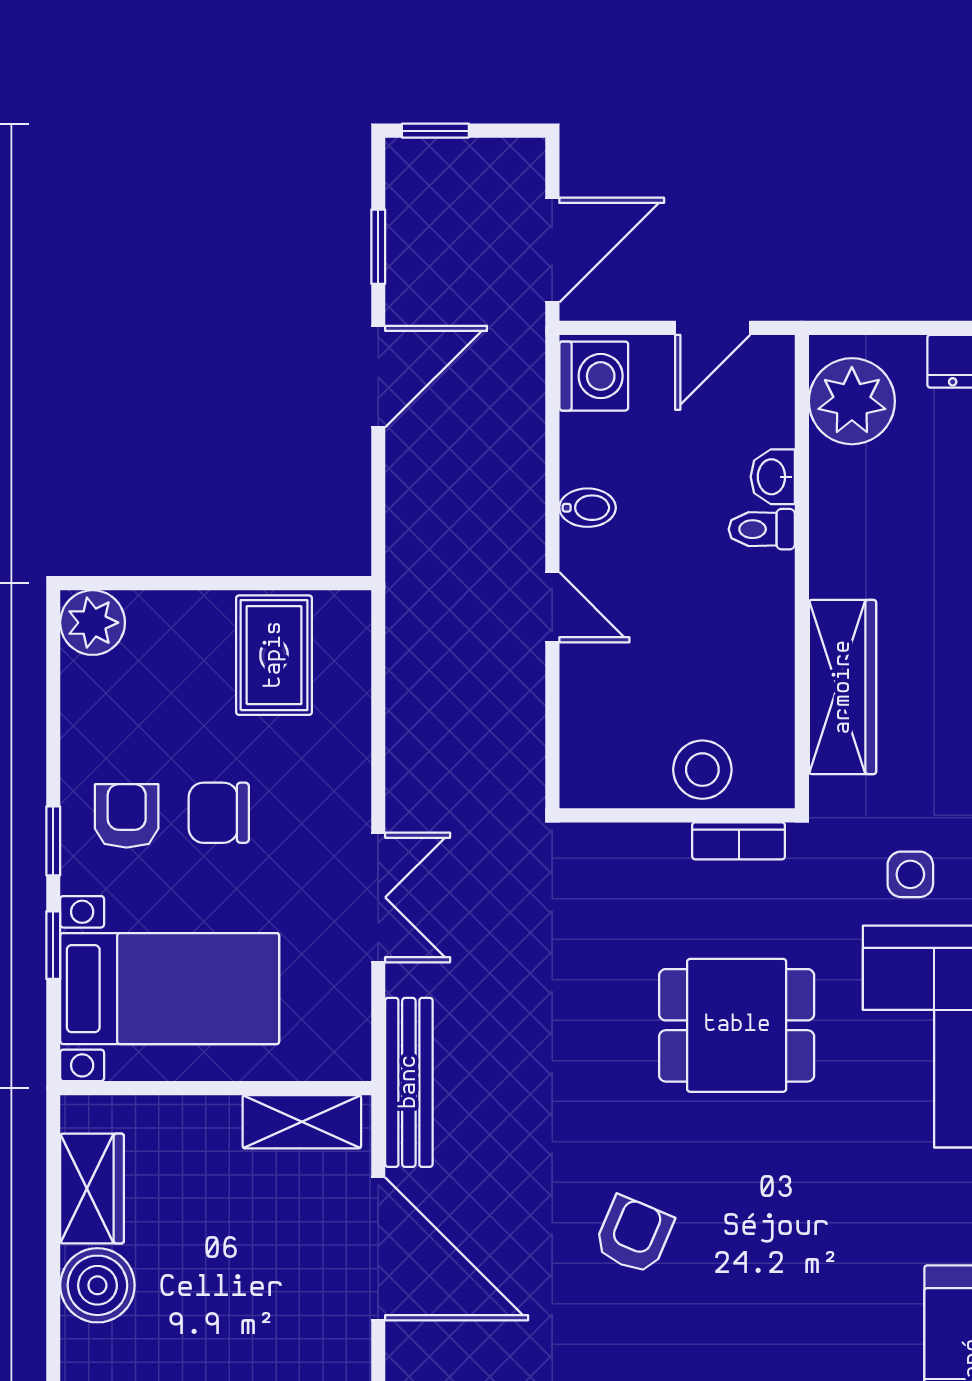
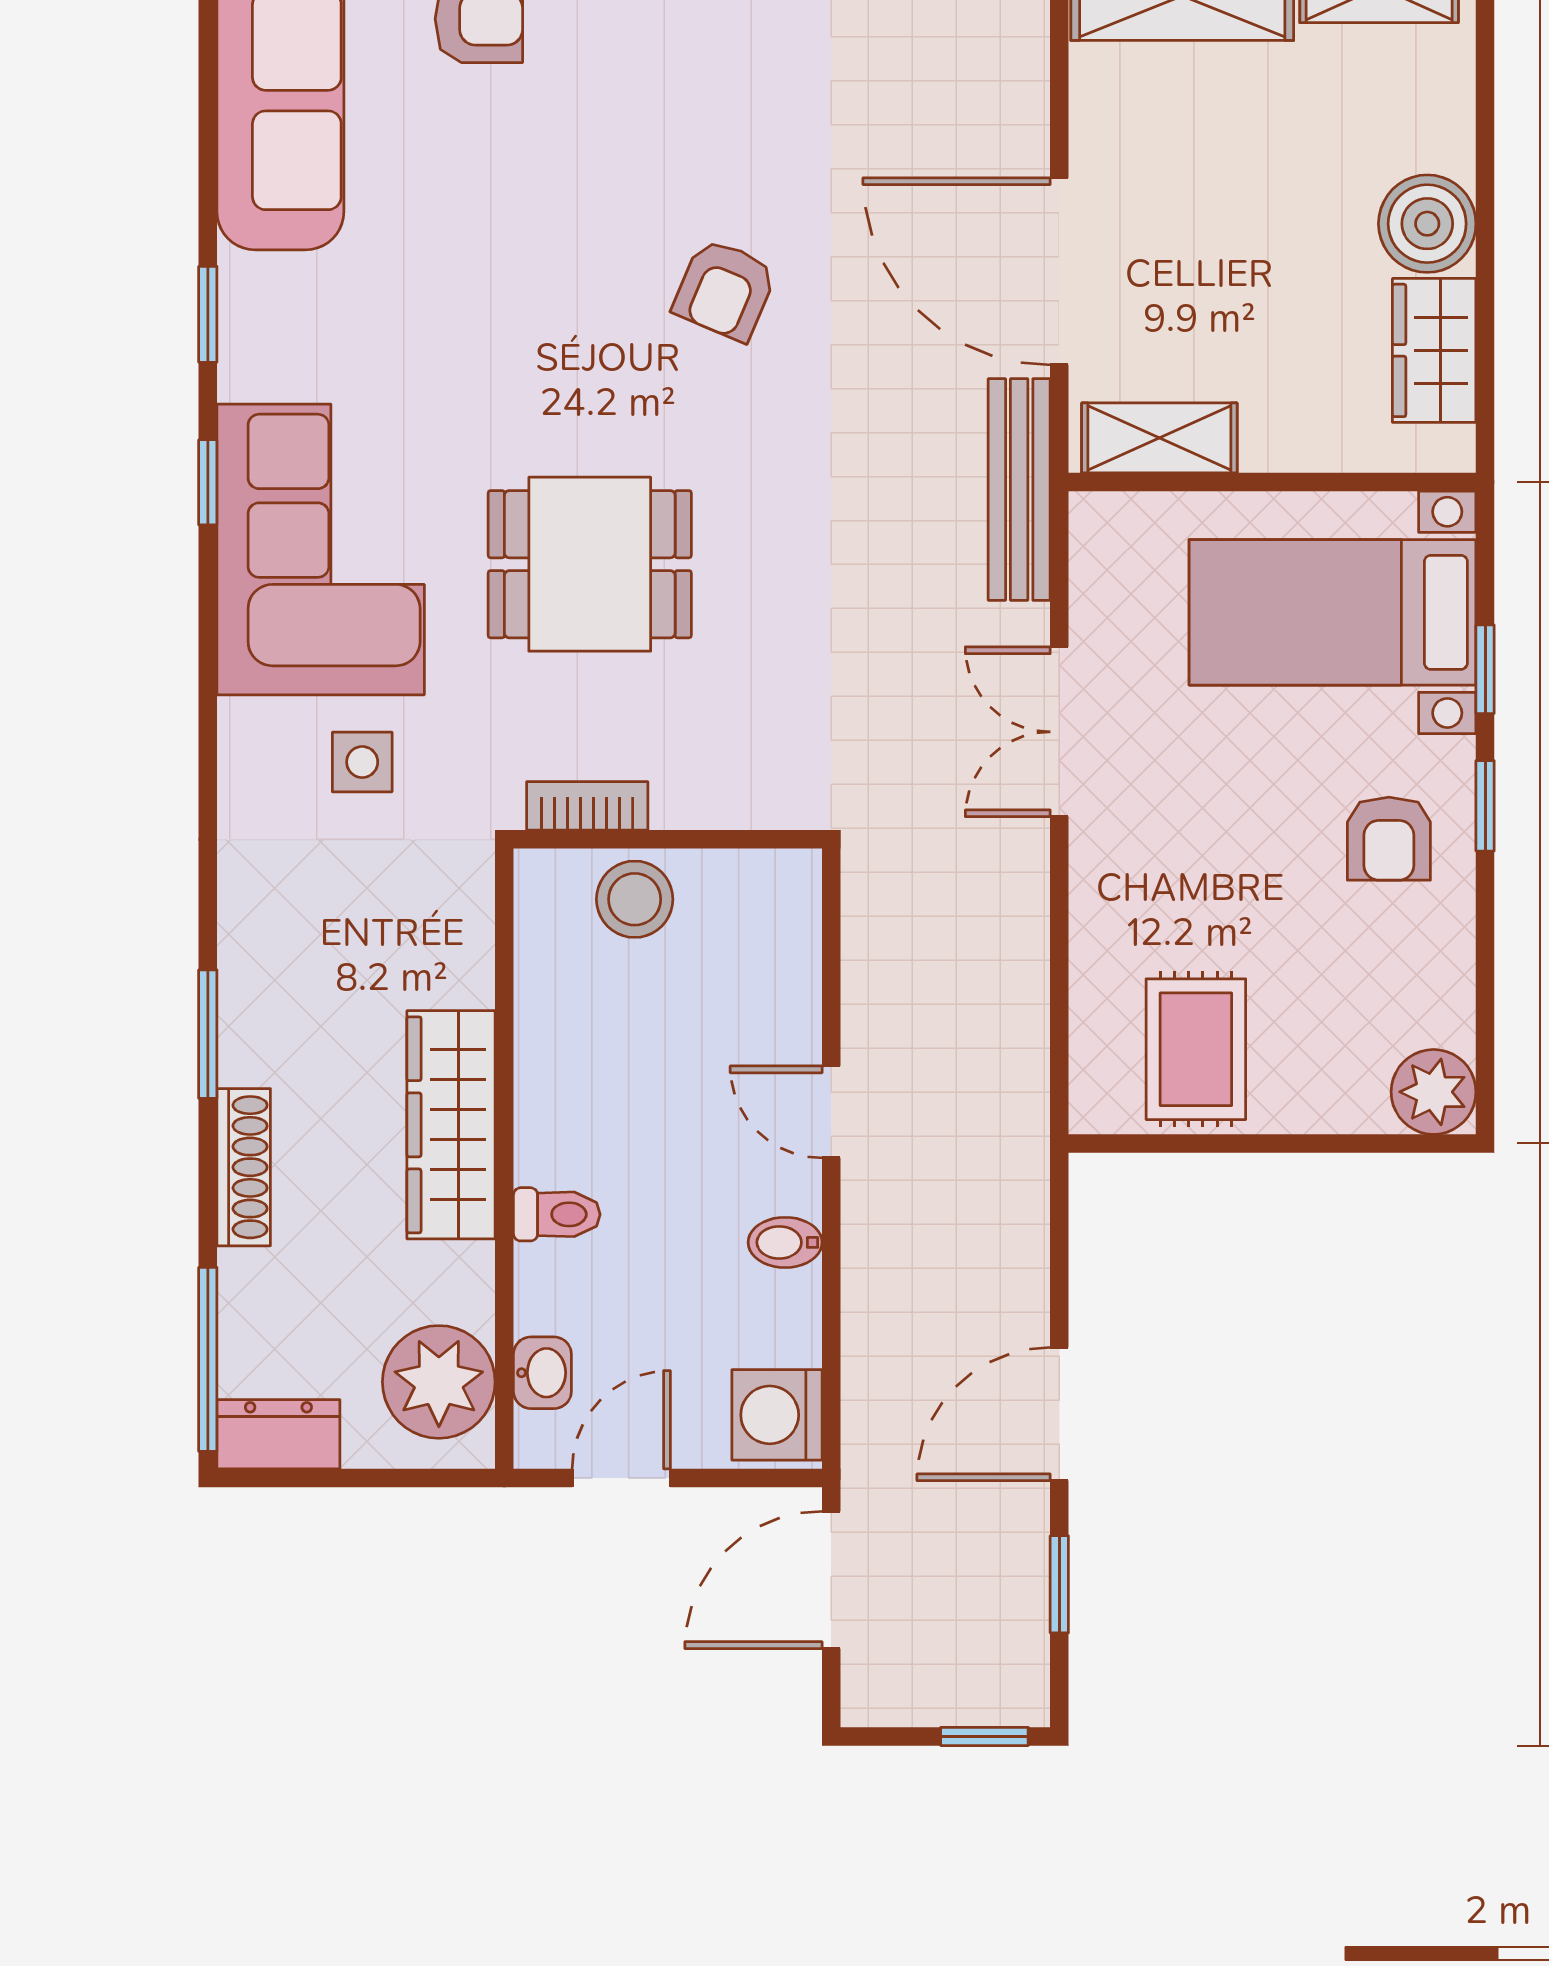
washbasin: (773, 477) -> (542, 1373), moved
wardrobe: (843, 687) -> (451, 1125), moved
chair: (219, 813) -> (1268, 843), removed

